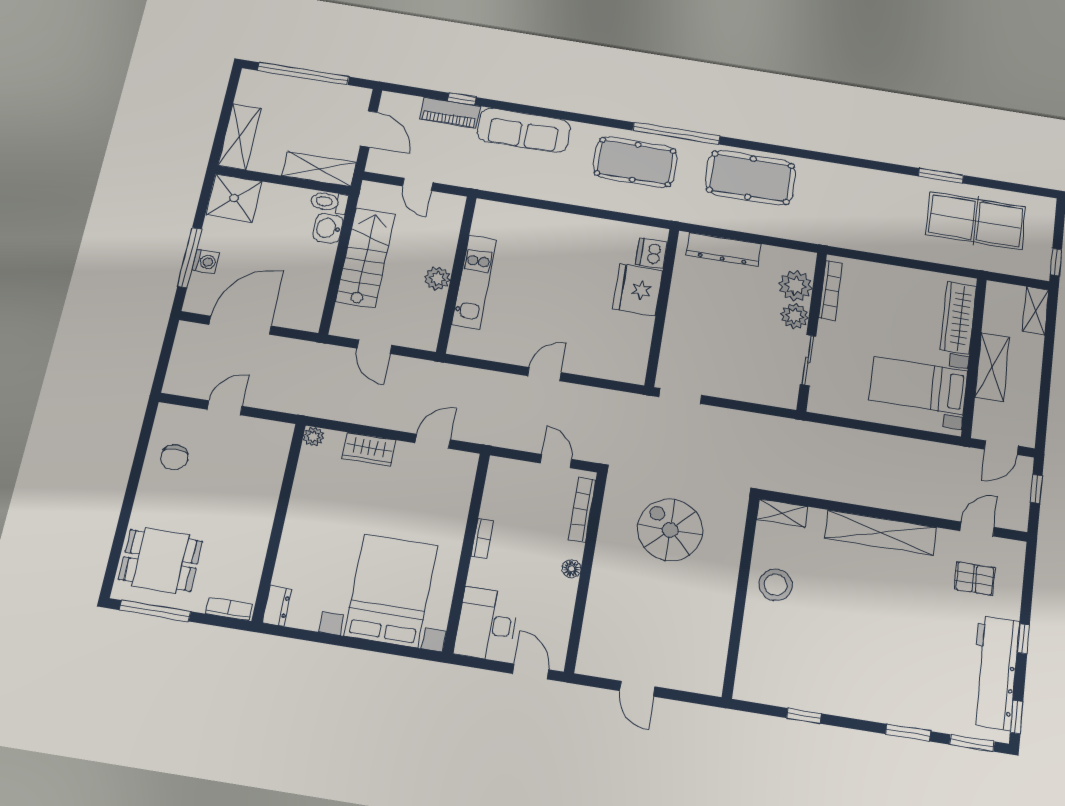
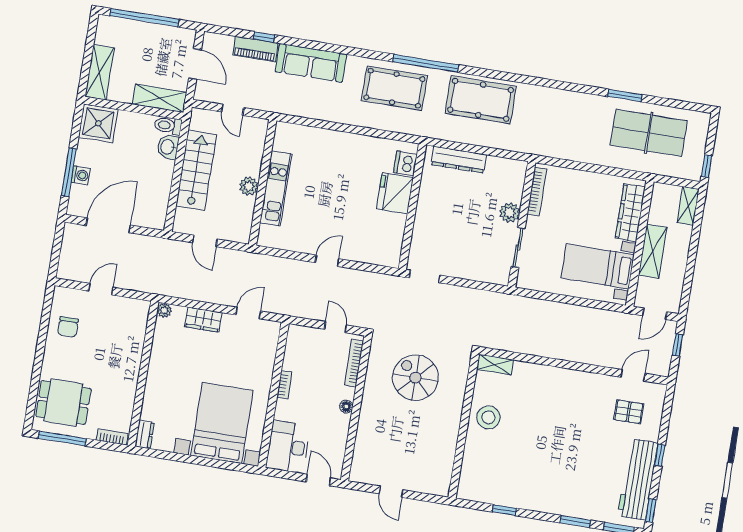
plant: (795, 286) -> (511, 188), removed
shelving: (881, 533) -> (564, 378), removed

